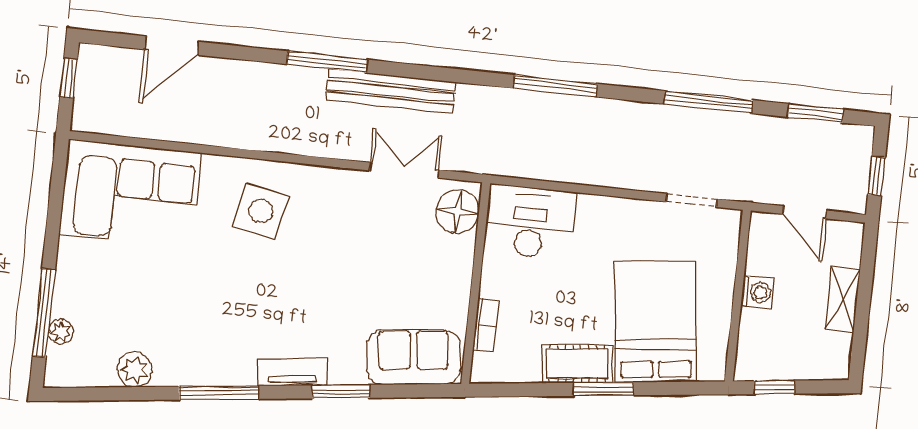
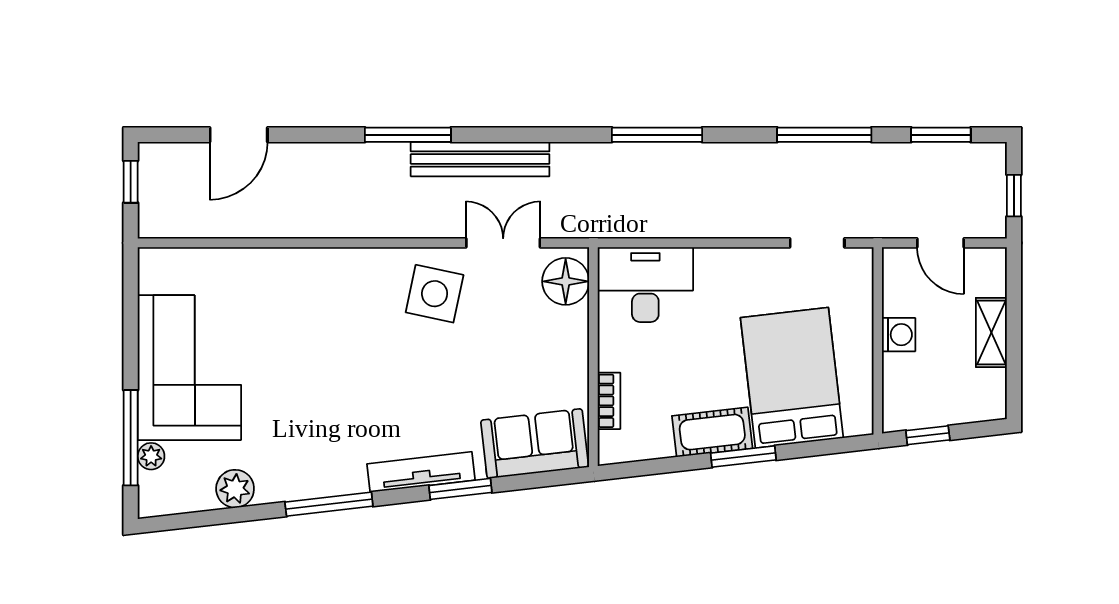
corner sofa: (130, 193) -> (189, 368), moved, turned -90
side table: (261, 211) -> (435, 294), moved
tv unit: (293, 372) -> (421, 472), width x1.41

